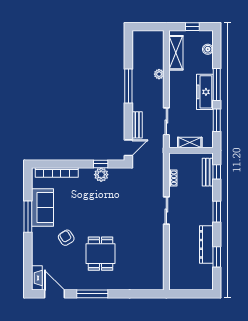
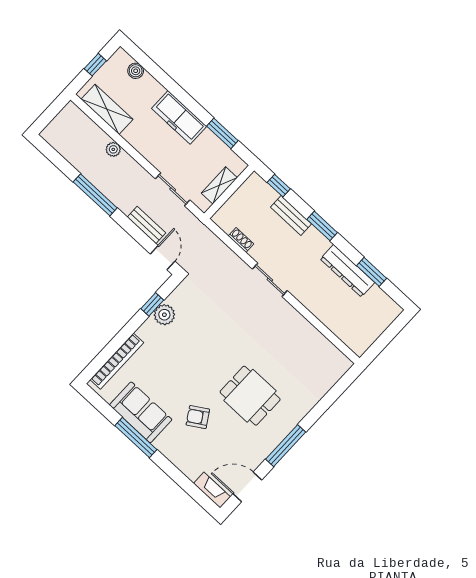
window: (217, 85) -> (183, 97), removed
bench: (208, 172) -> (291, 215), moved

